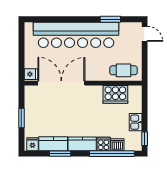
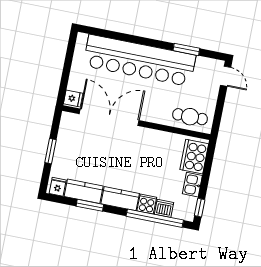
cooker: (115, 94) -> (194, 157), moved, turned 90

